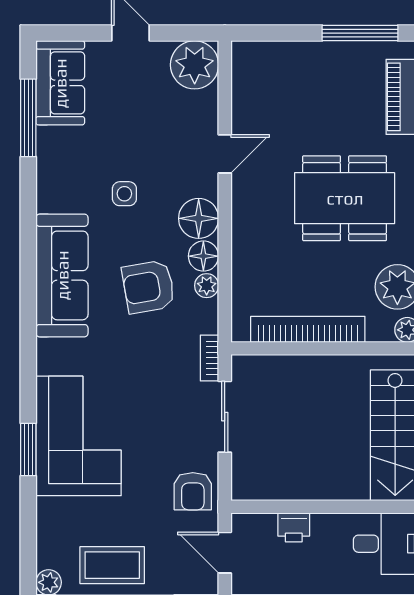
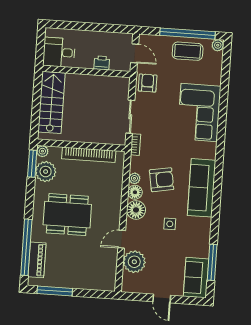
plant: (195, 65) -> (134, 262), moved
window: (28, 449) -> (223, 108), removed

